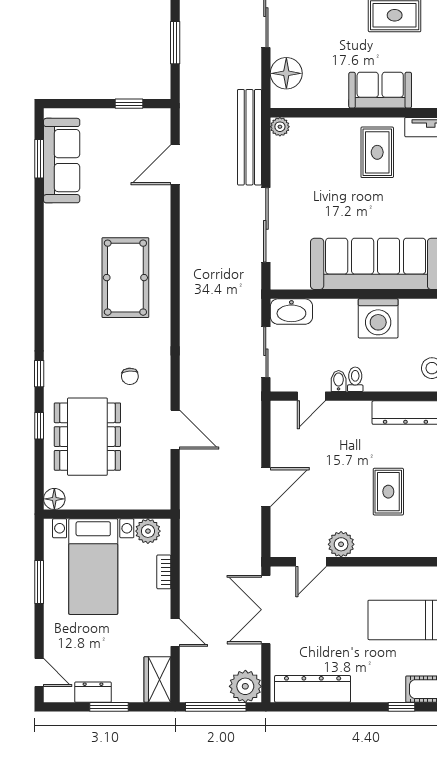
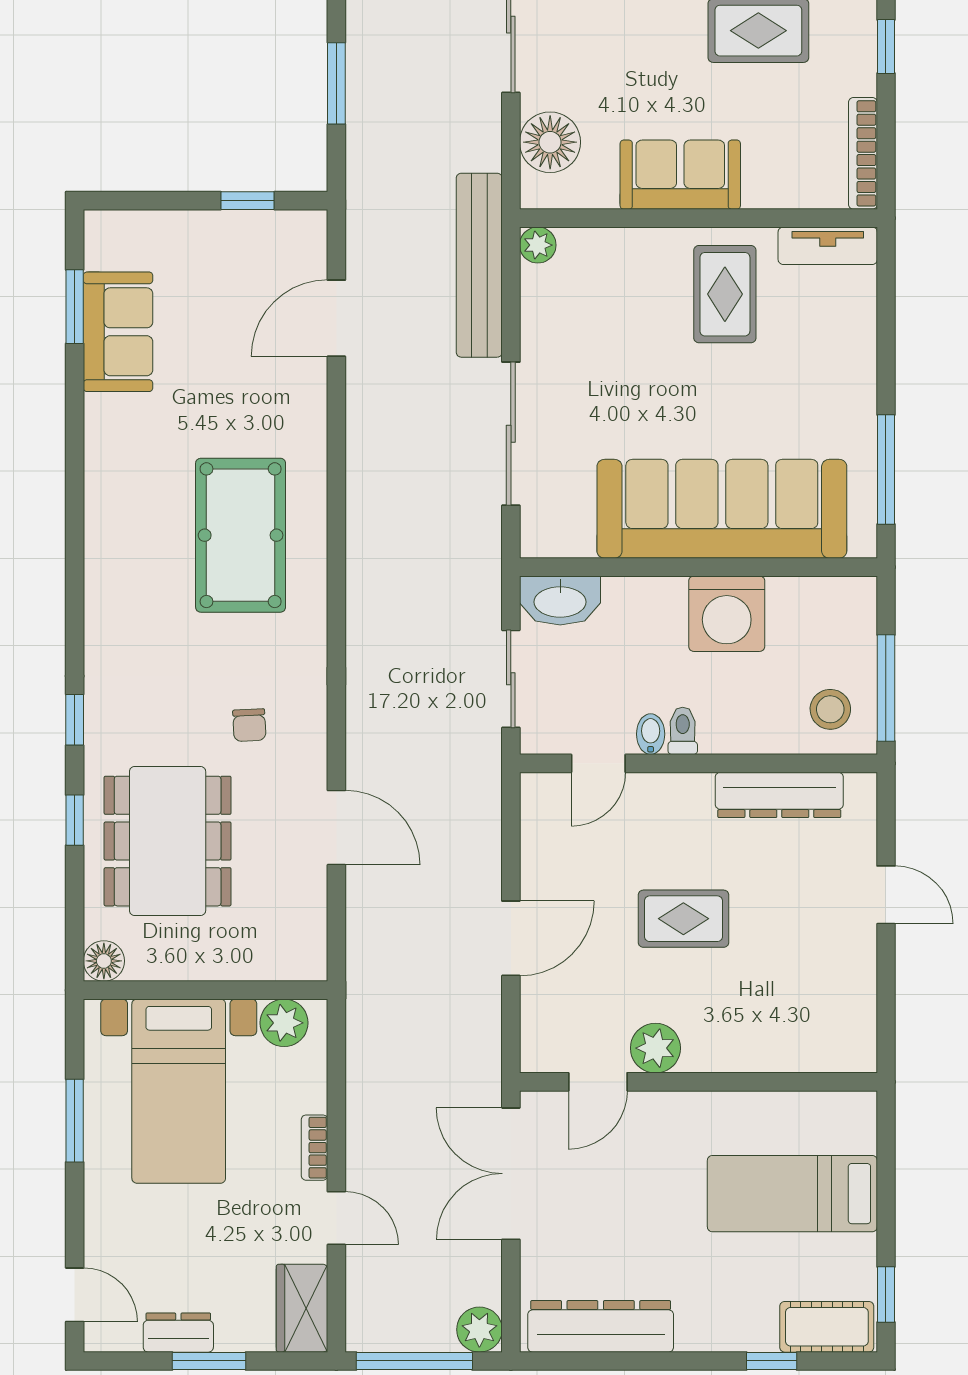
sofa: (380, 90) -> (680, 175), moved
sofa: (62, 161) -> (118, 332), width x0.73
rug: (388, 492) -> (683, 919), moved, turned 90
bookcase: (164, 572) -> (315, 1148), moved
plant: (245, 686) -> (479, 1330), width x0.73, depth x0.73

